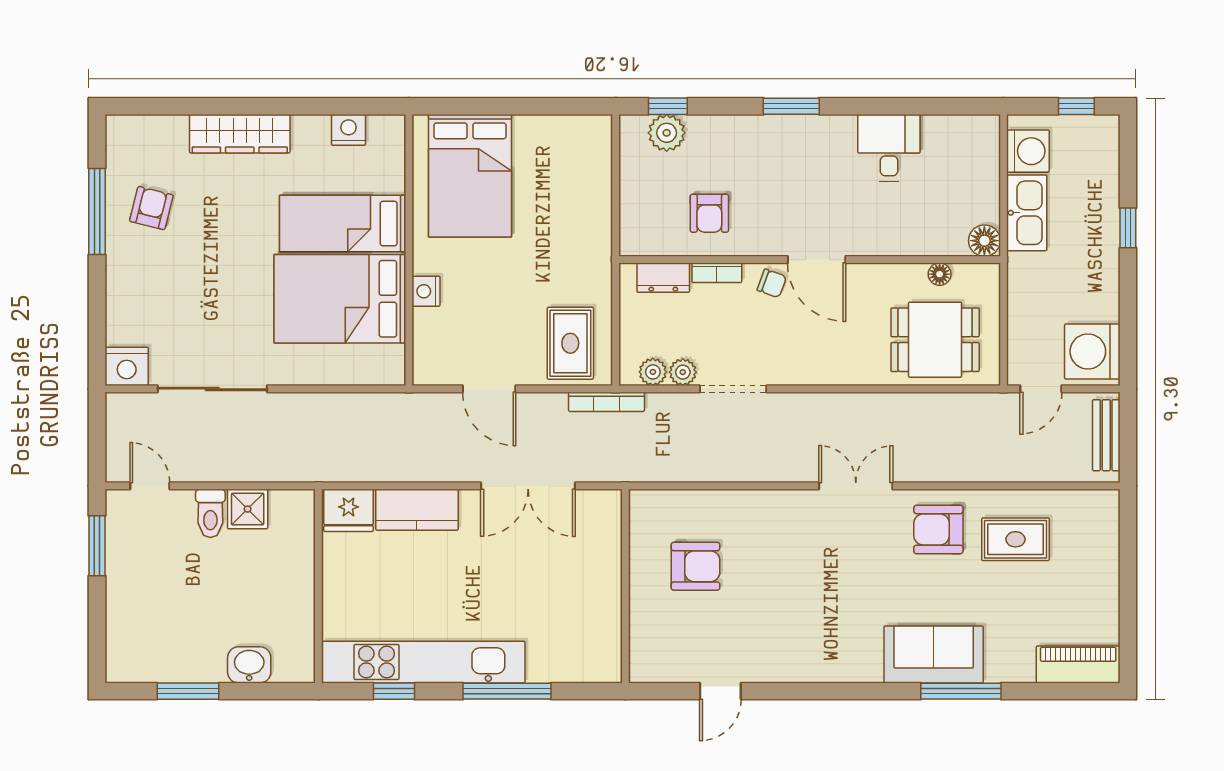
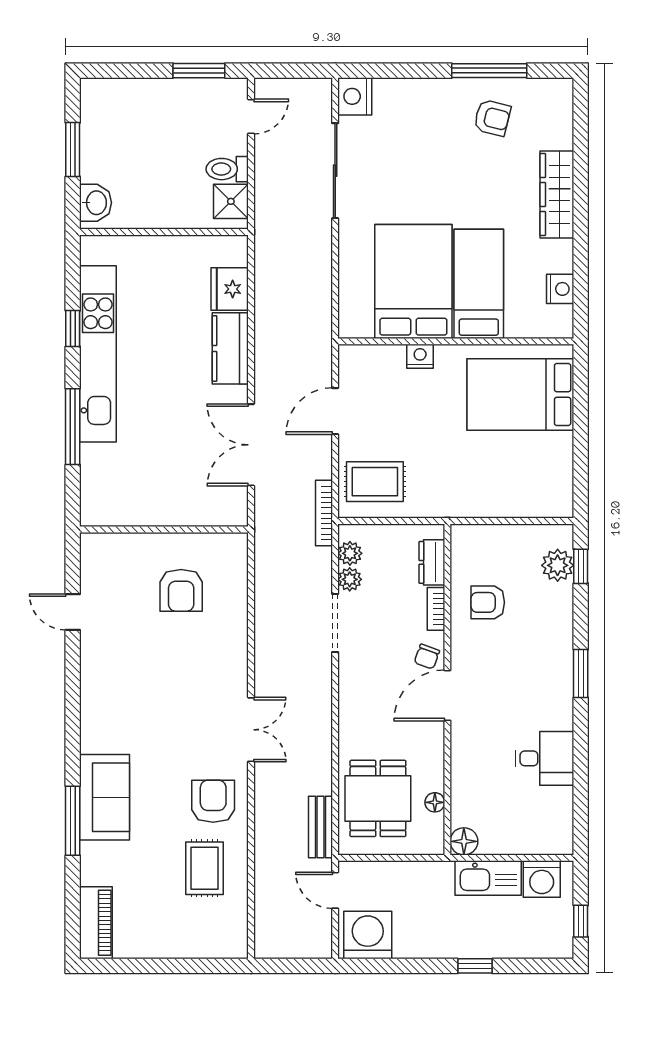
bench: (1106, 435) -> (321, 827), moved, turned 90
wall: (318, 586) -> (164, 232), moved

